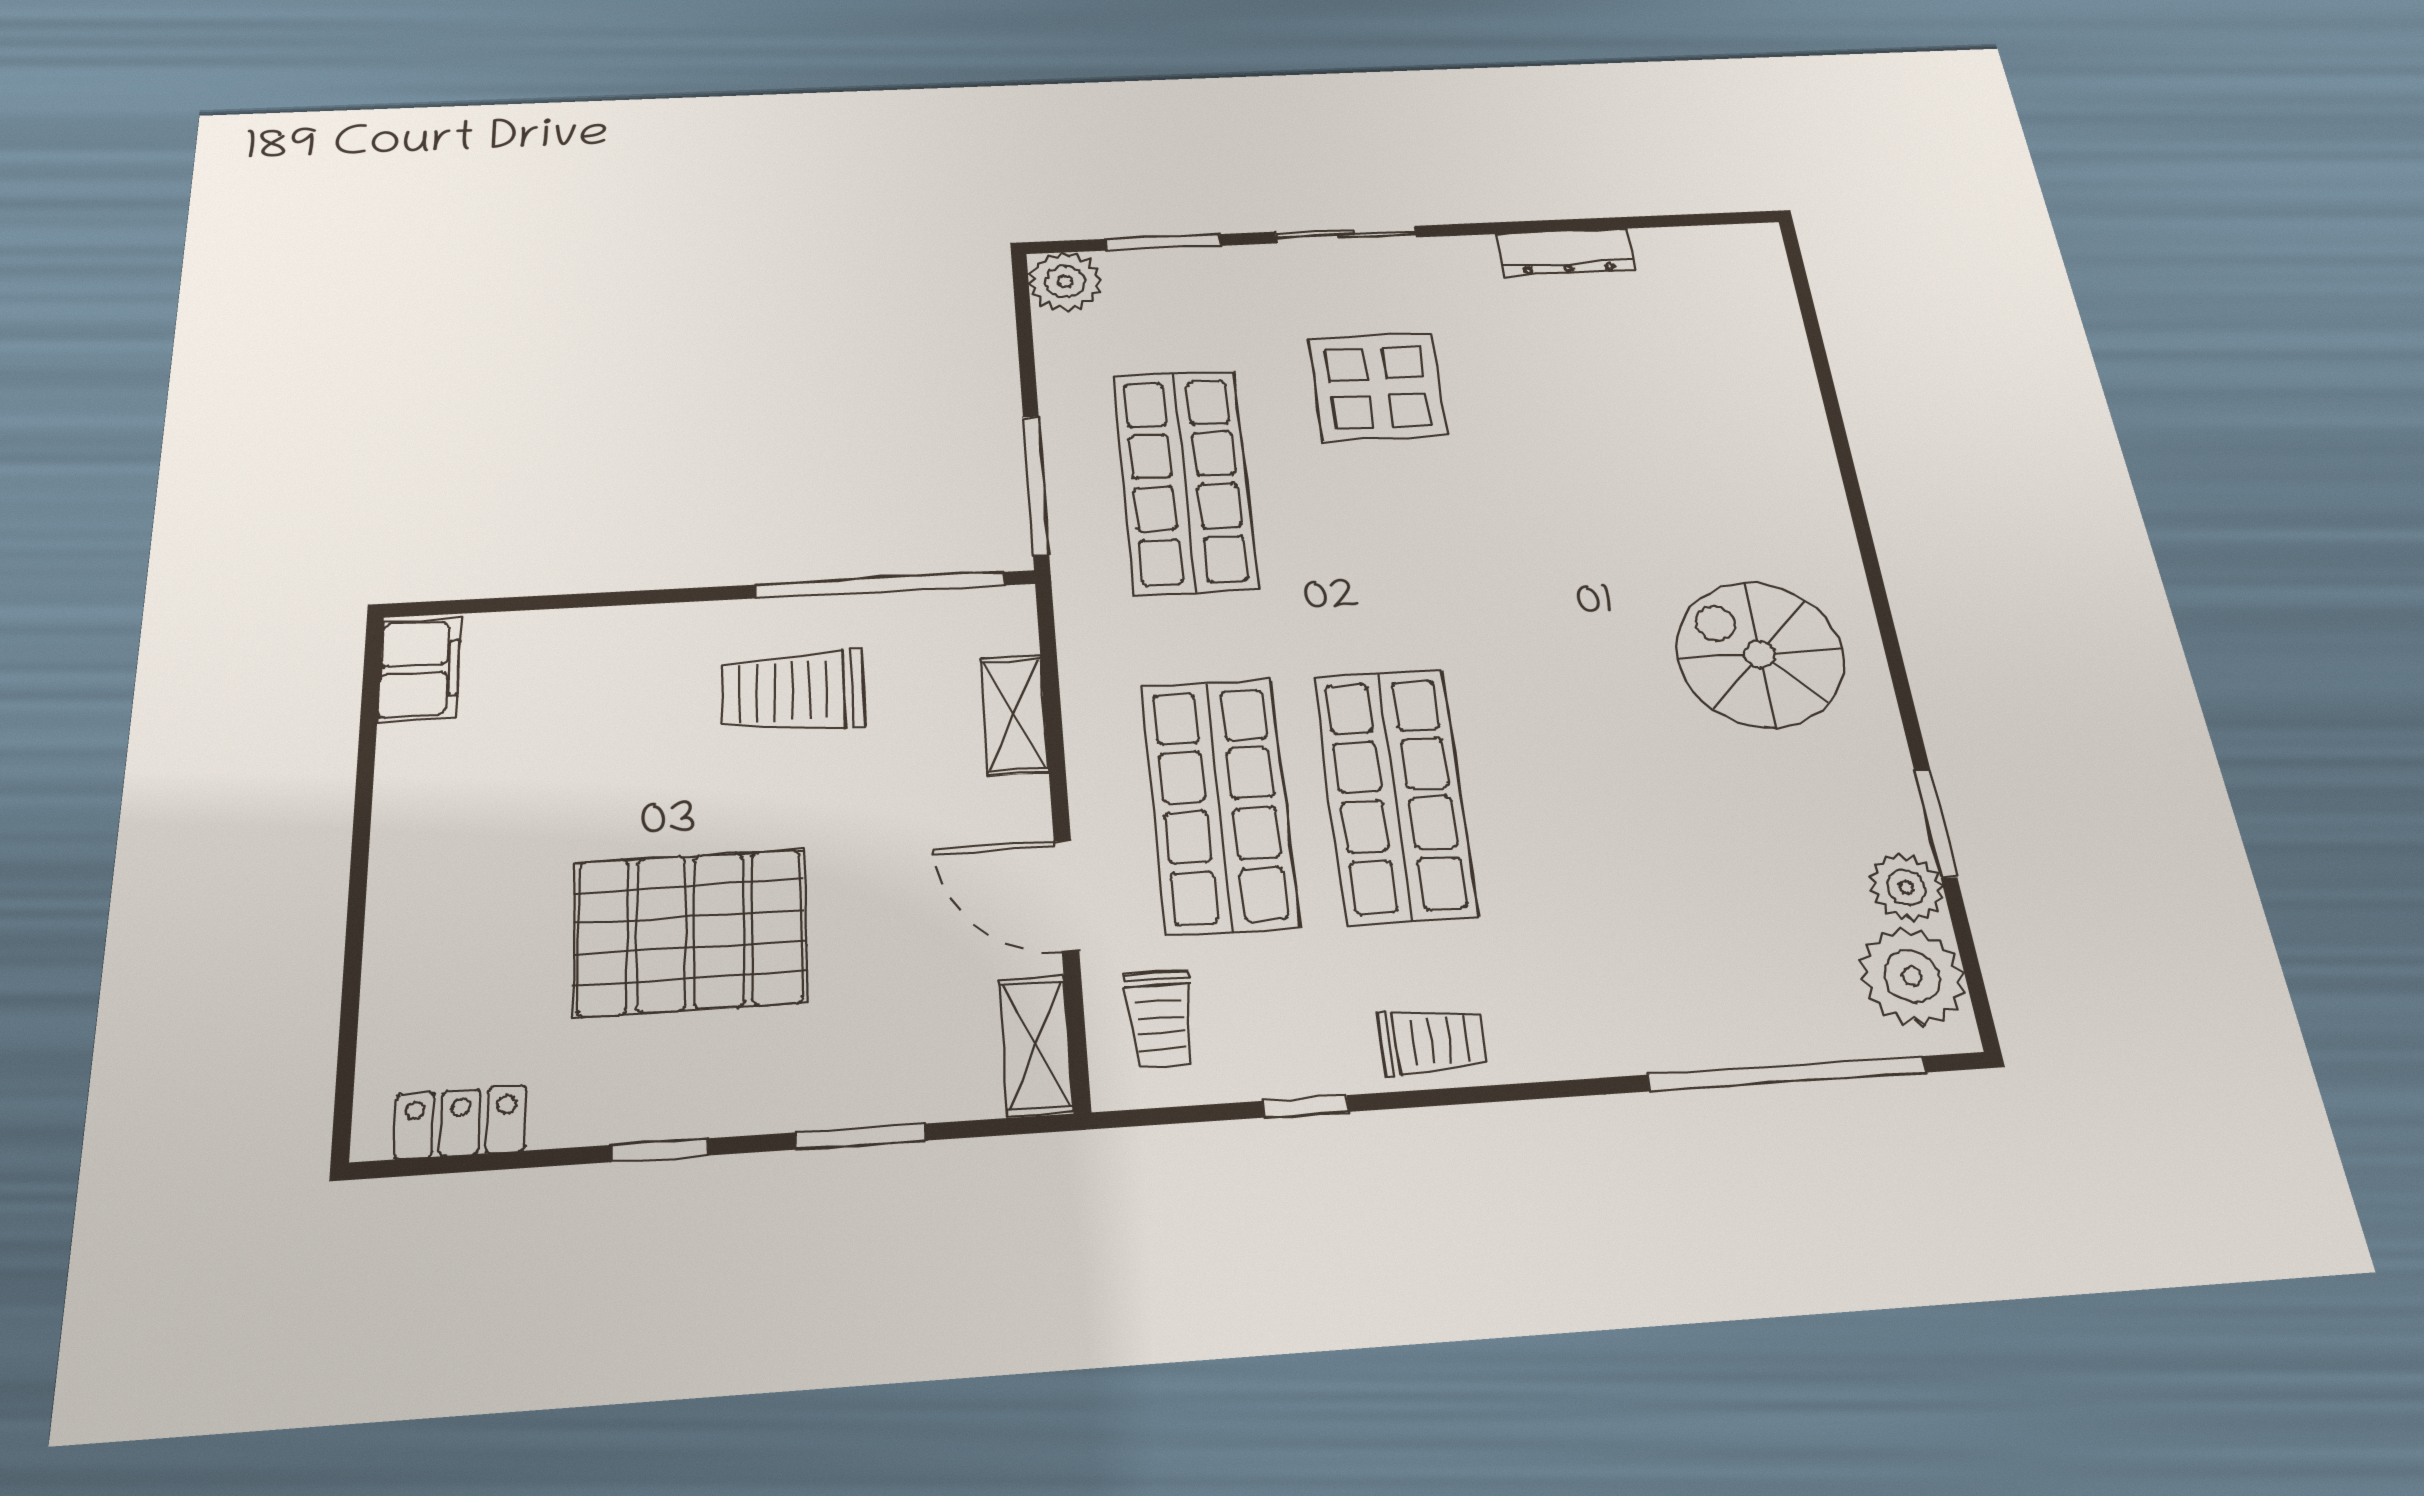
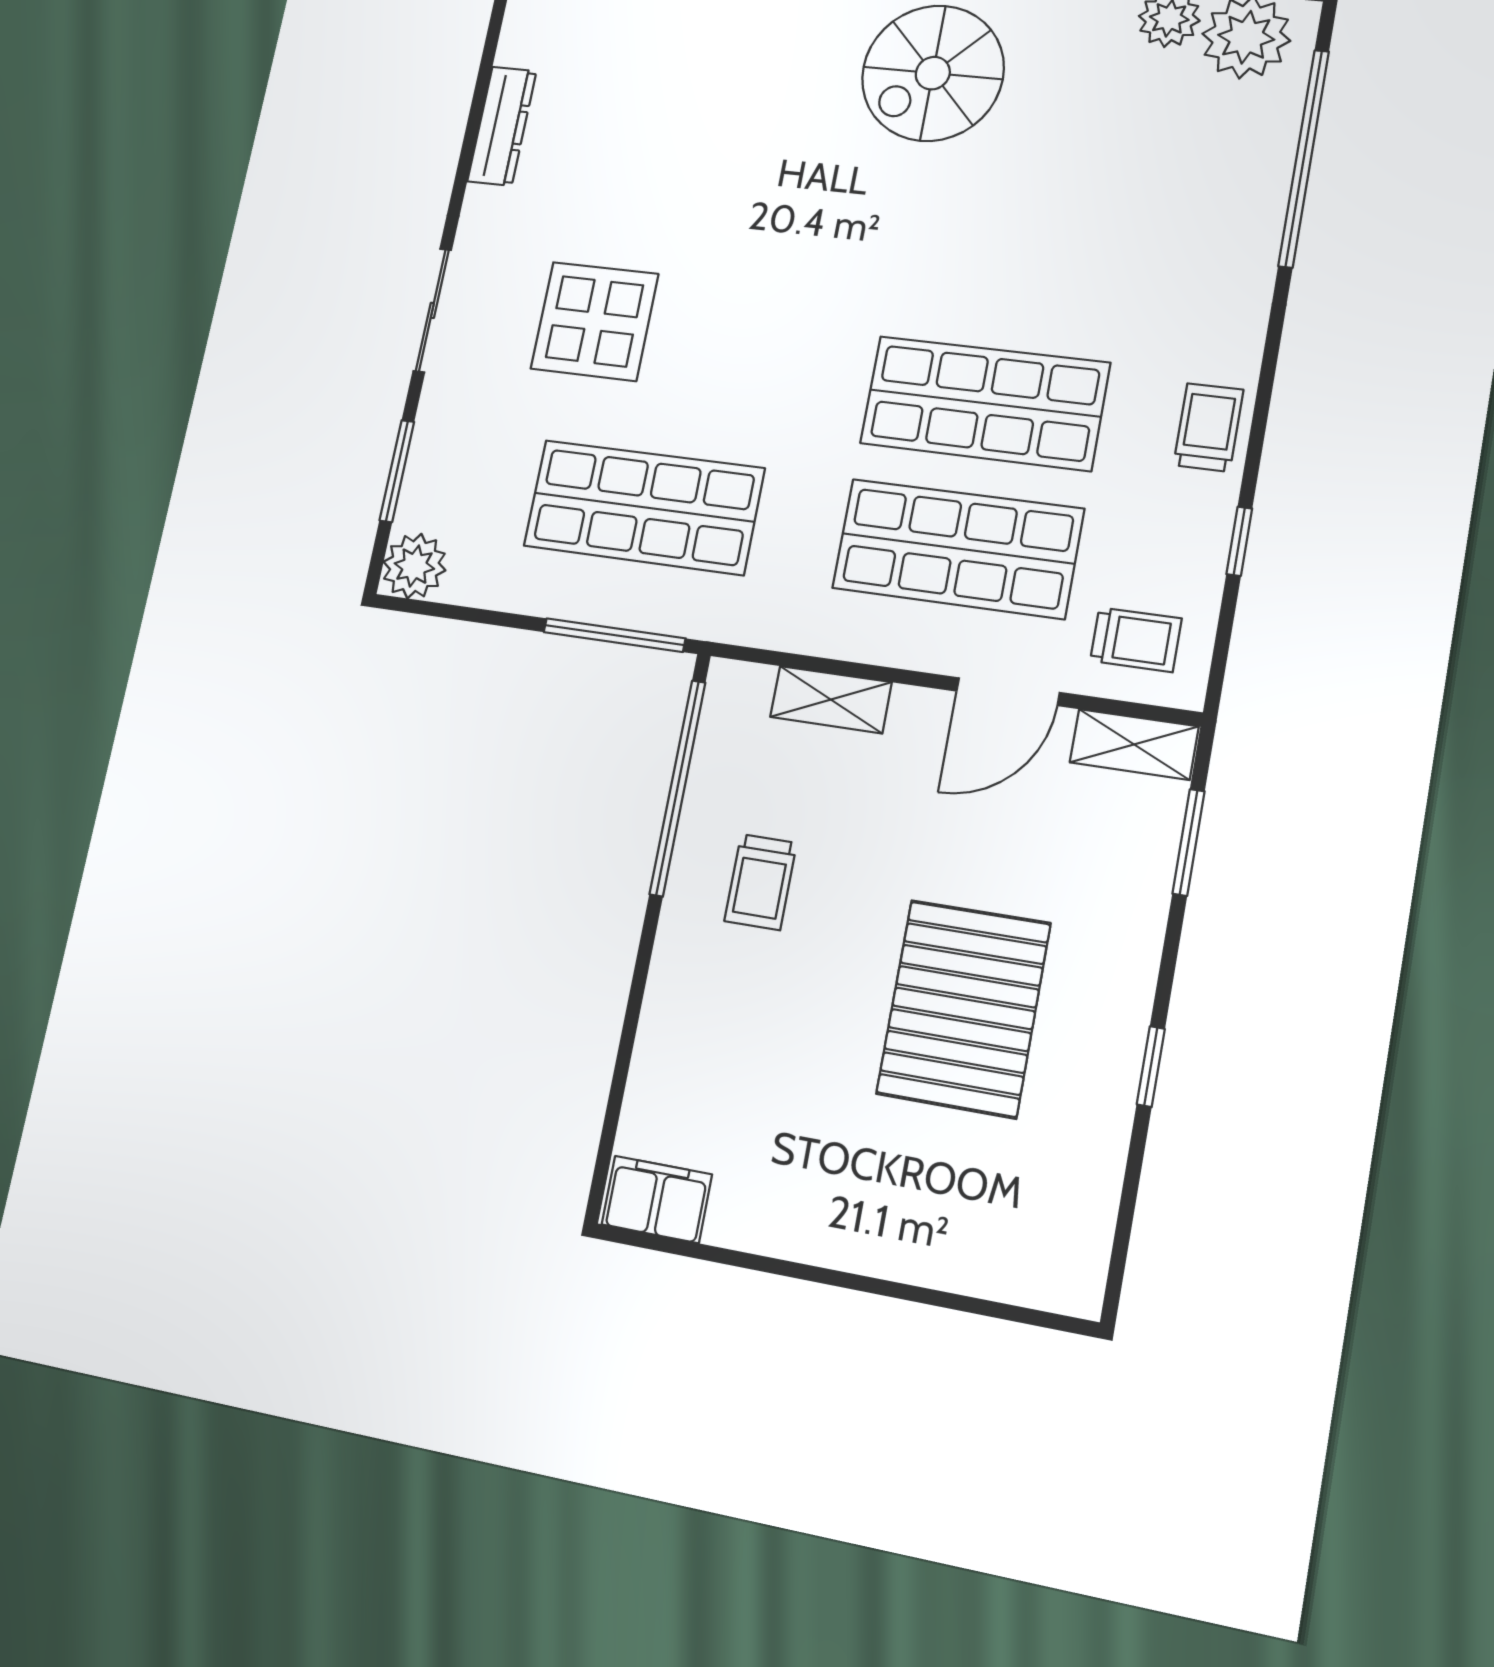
trolley: (793, 691) -> (761, 882), width x0.73, depth x0.72
locker: (460, 1122) -> (1087, 1226), removed
window: (860, 1137) -> (1189, 842), moved

